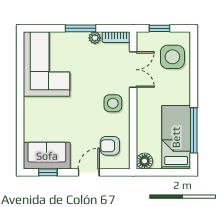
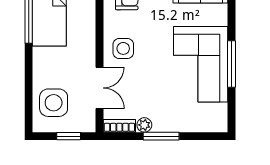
corner sofa: (47, 64) -> (201, 64), moved
double door: (133, 70) -> (99, 88), swing flipped
window: (20, 90) -> (232, 64), added

